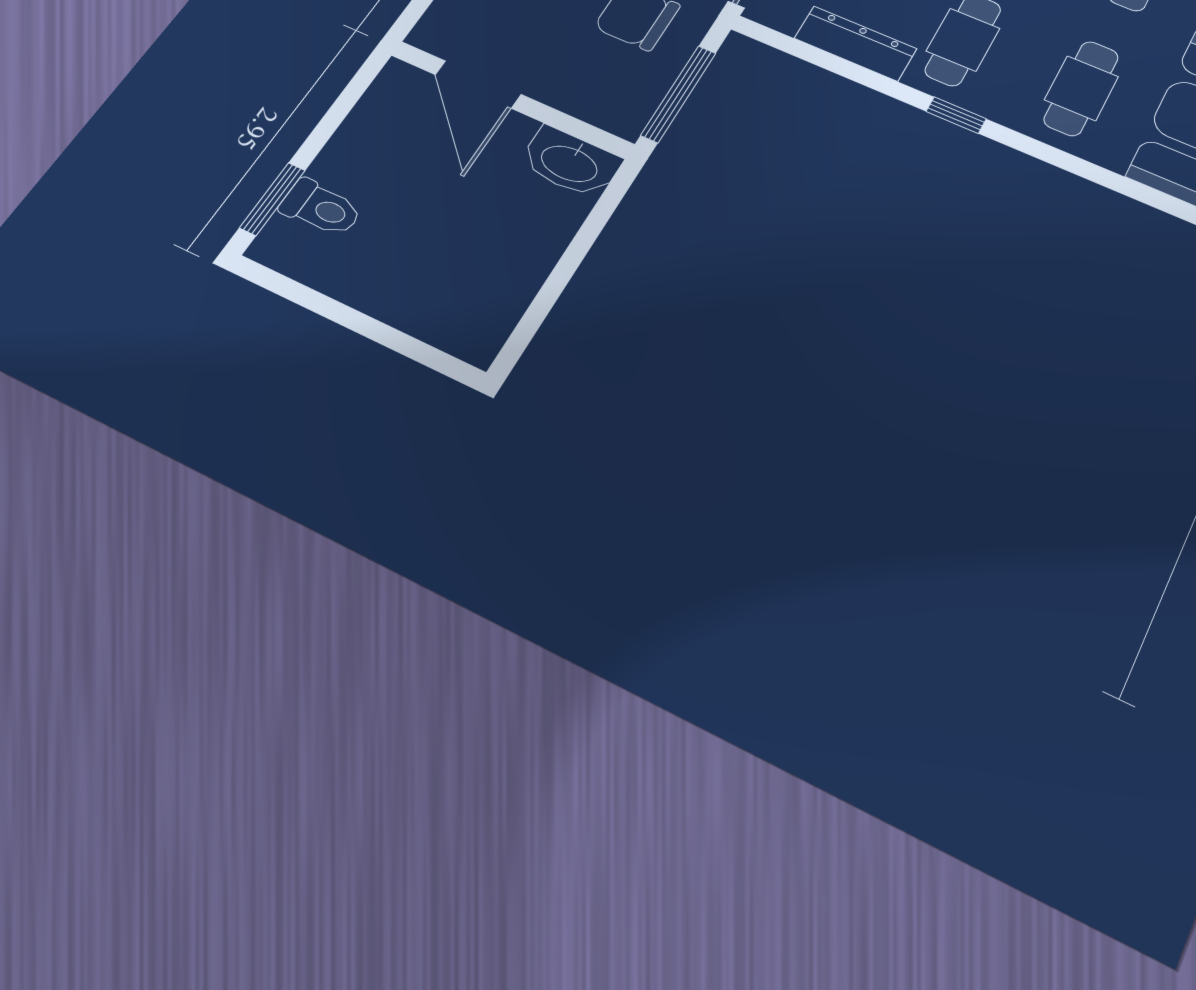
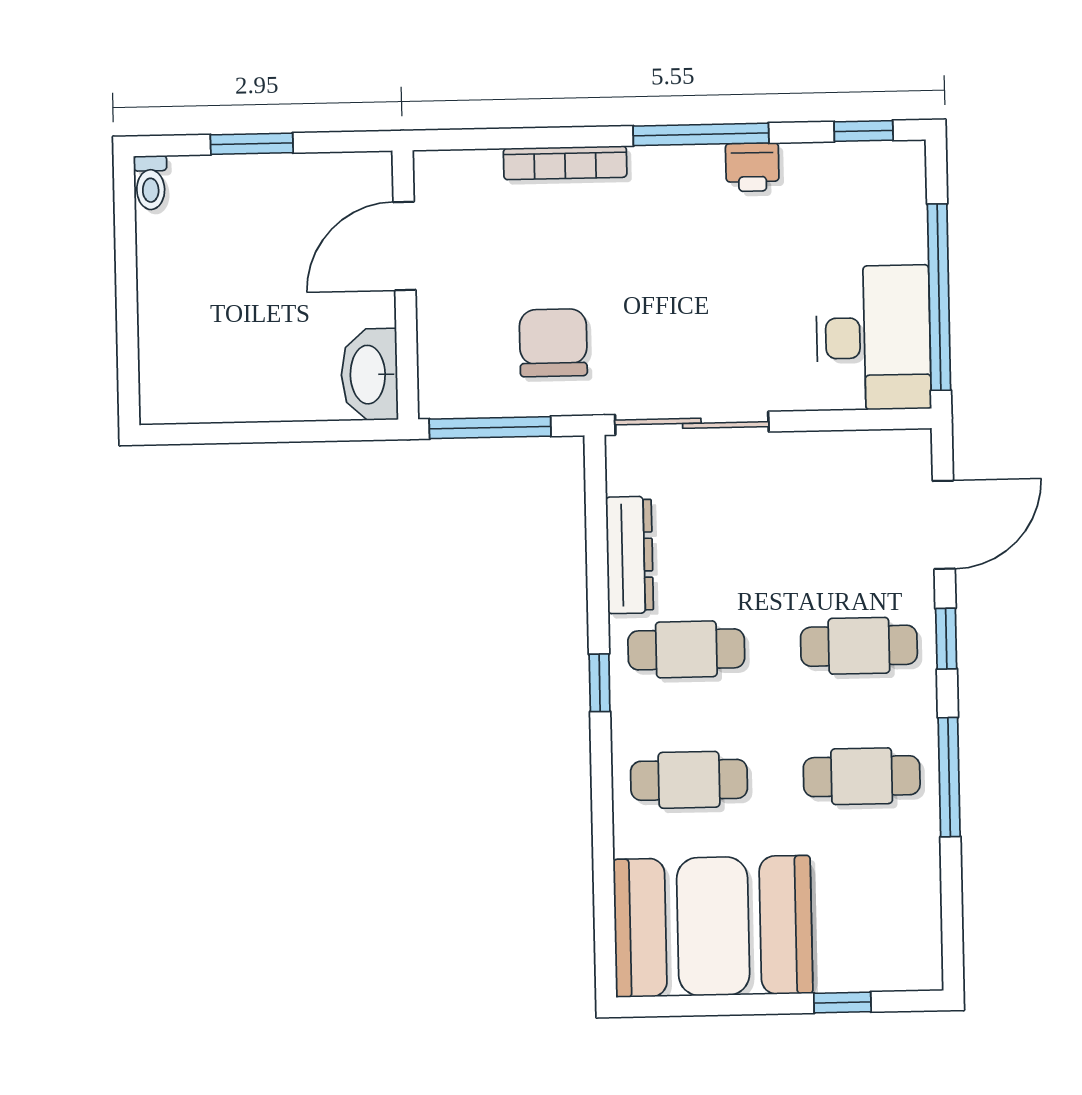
window: (272, 199) -> (252, 144), moved
toilet: (321, 208) -> (151, 183), moved, width x0.73, depth x0.72

